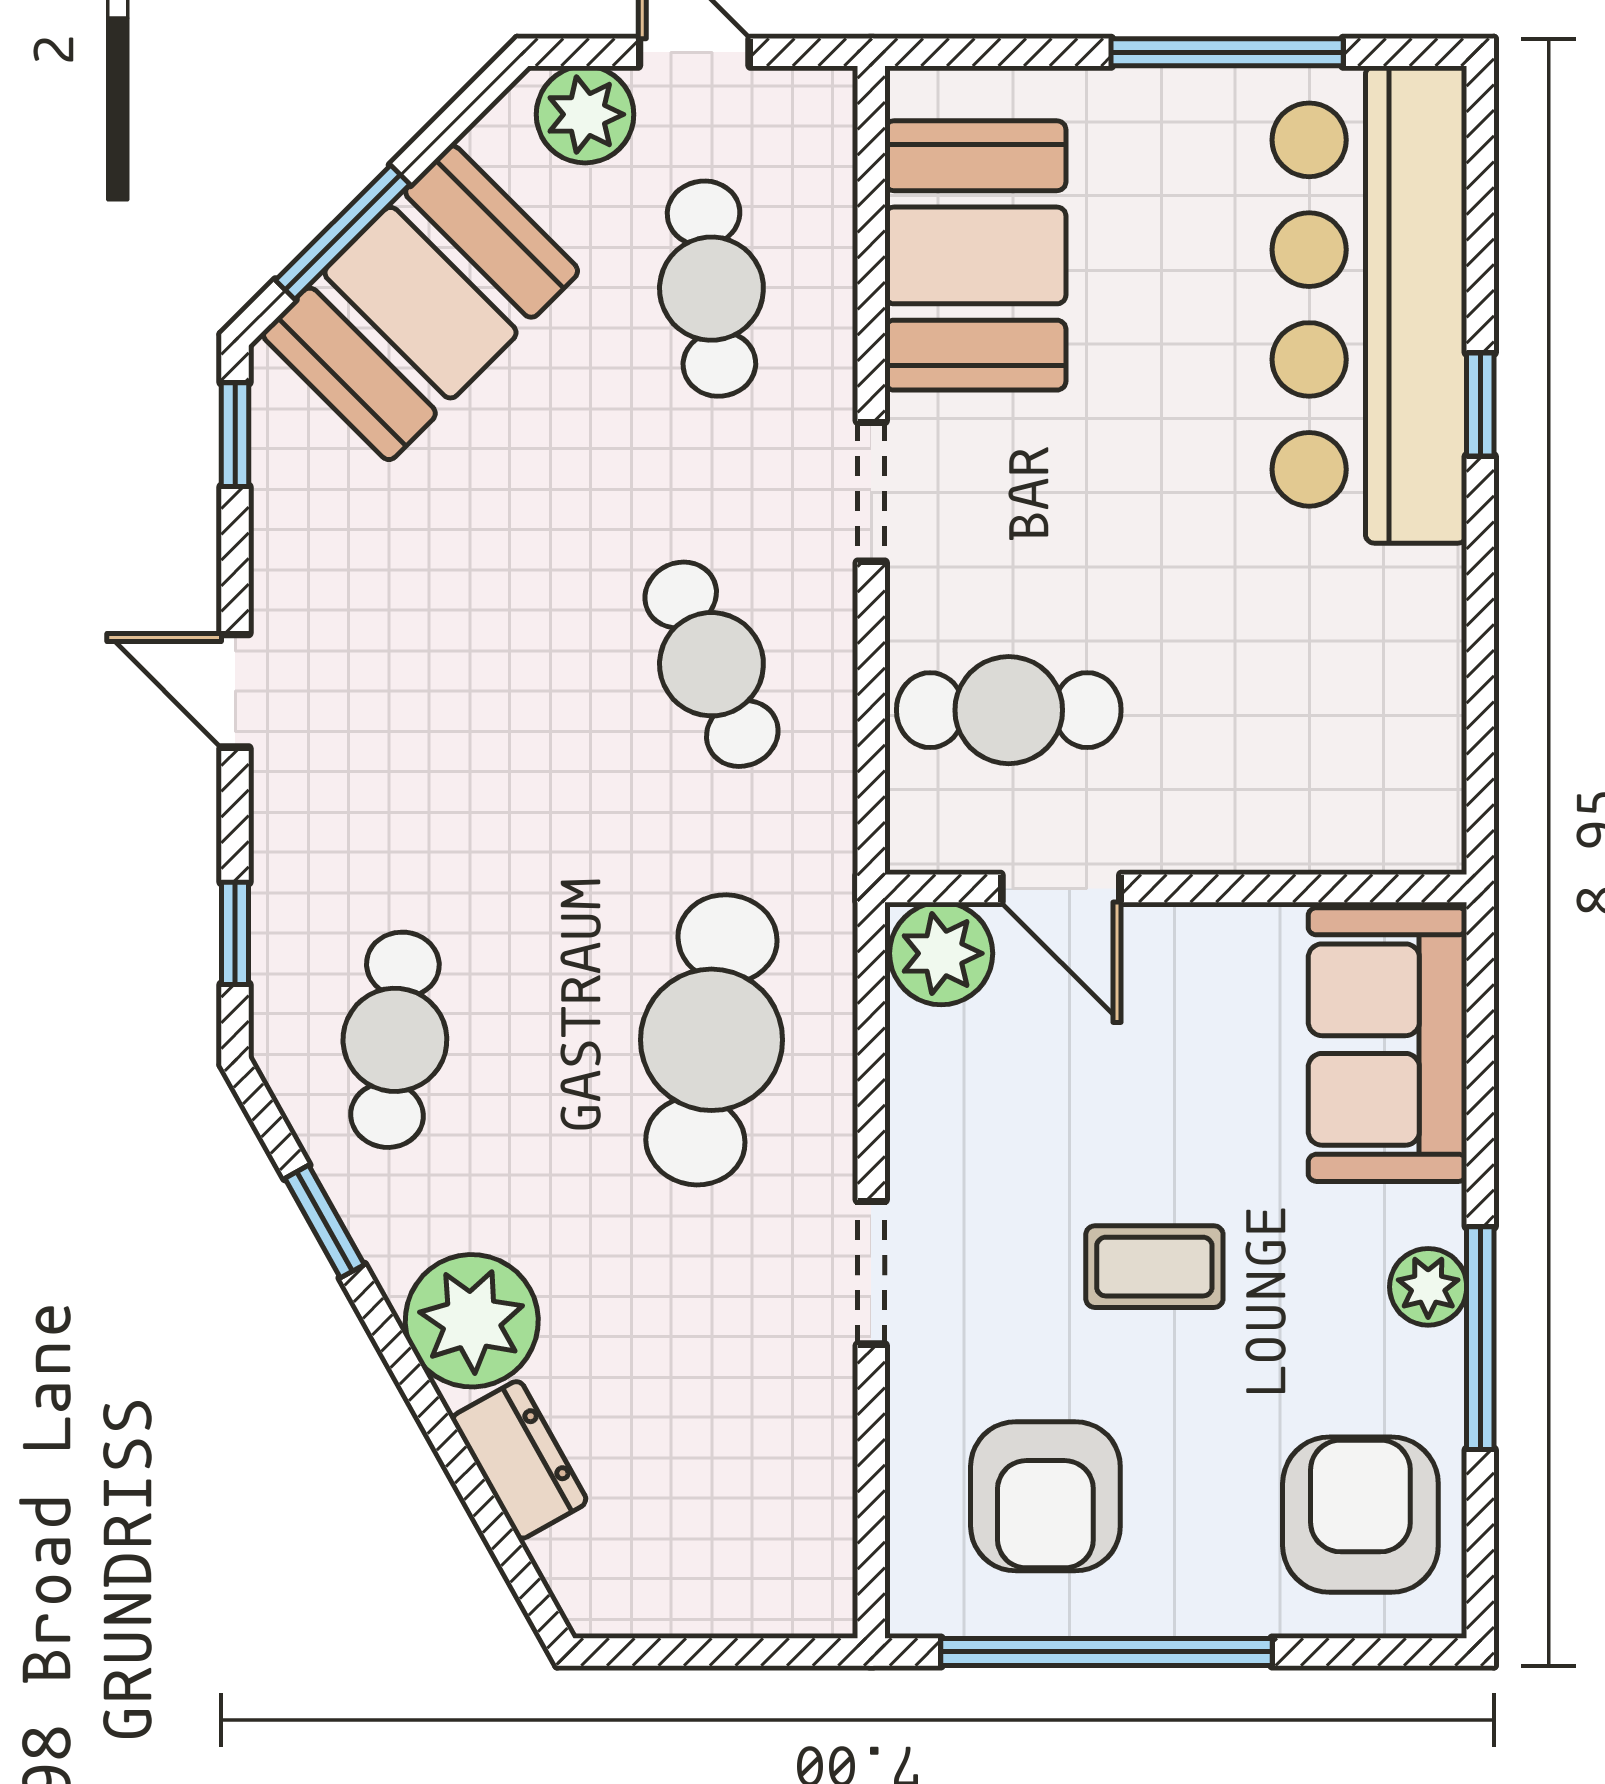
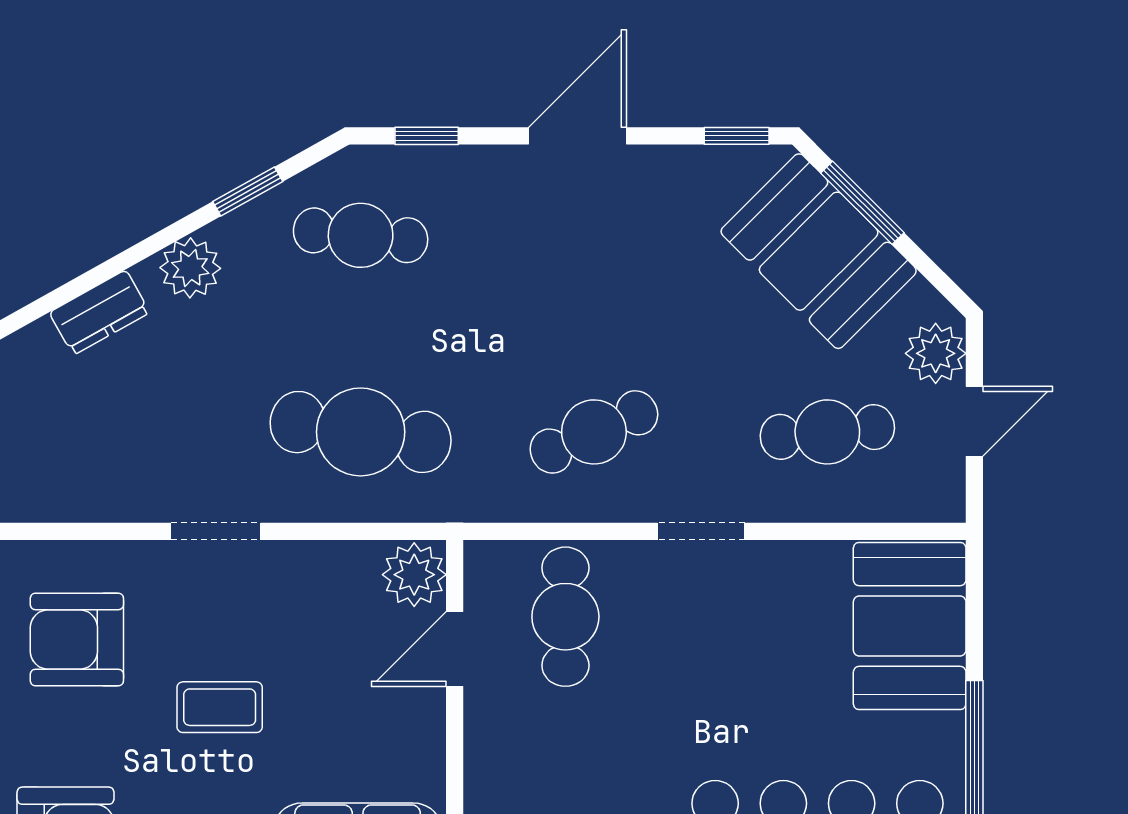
booth: (975, 255) -> (910, 626), moved, turned 90
door: (235, 691) -> (577, 136), width x1.38
coffee table: (1154, 1267) -> (220, 707), turned 90
plant: (472, 1321) -> (190, 268), width x0.73, depth x0.73

